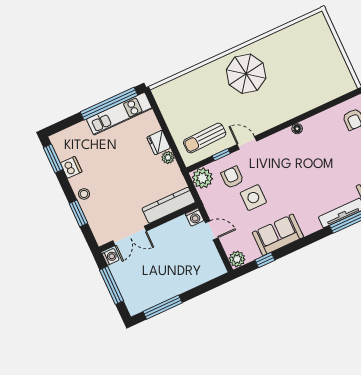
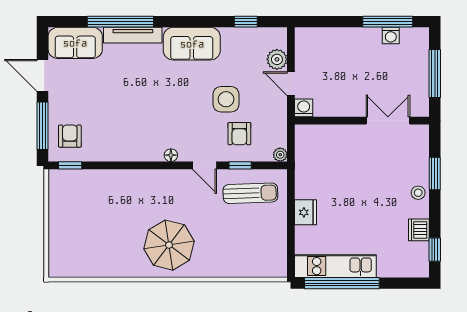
window: (344, 98) -> (70, 165), added
floor lamp: (297, 129) -> (171, 155), moved
plant: (168, 157) -> (303, 190), removed
window: (53, 159) -> (435, 250), width x0.67
plant: (202, 178) -> (280, 155), width x0.53, depth x0.53
kitchen counter: (169, 205) -> (327, 135), removed
sofa: (278, 235) -> (192, 44), moved
washing machine: (111, 257) -> (391, 36), moved, turned -90
plant: (237, 259) -> (277, 59), moved

